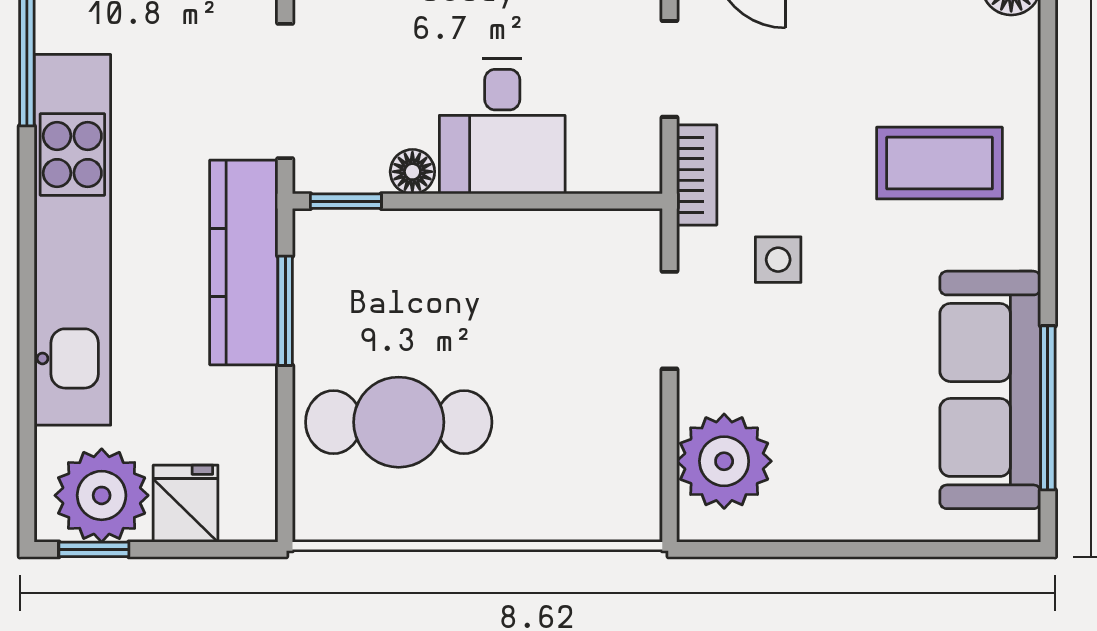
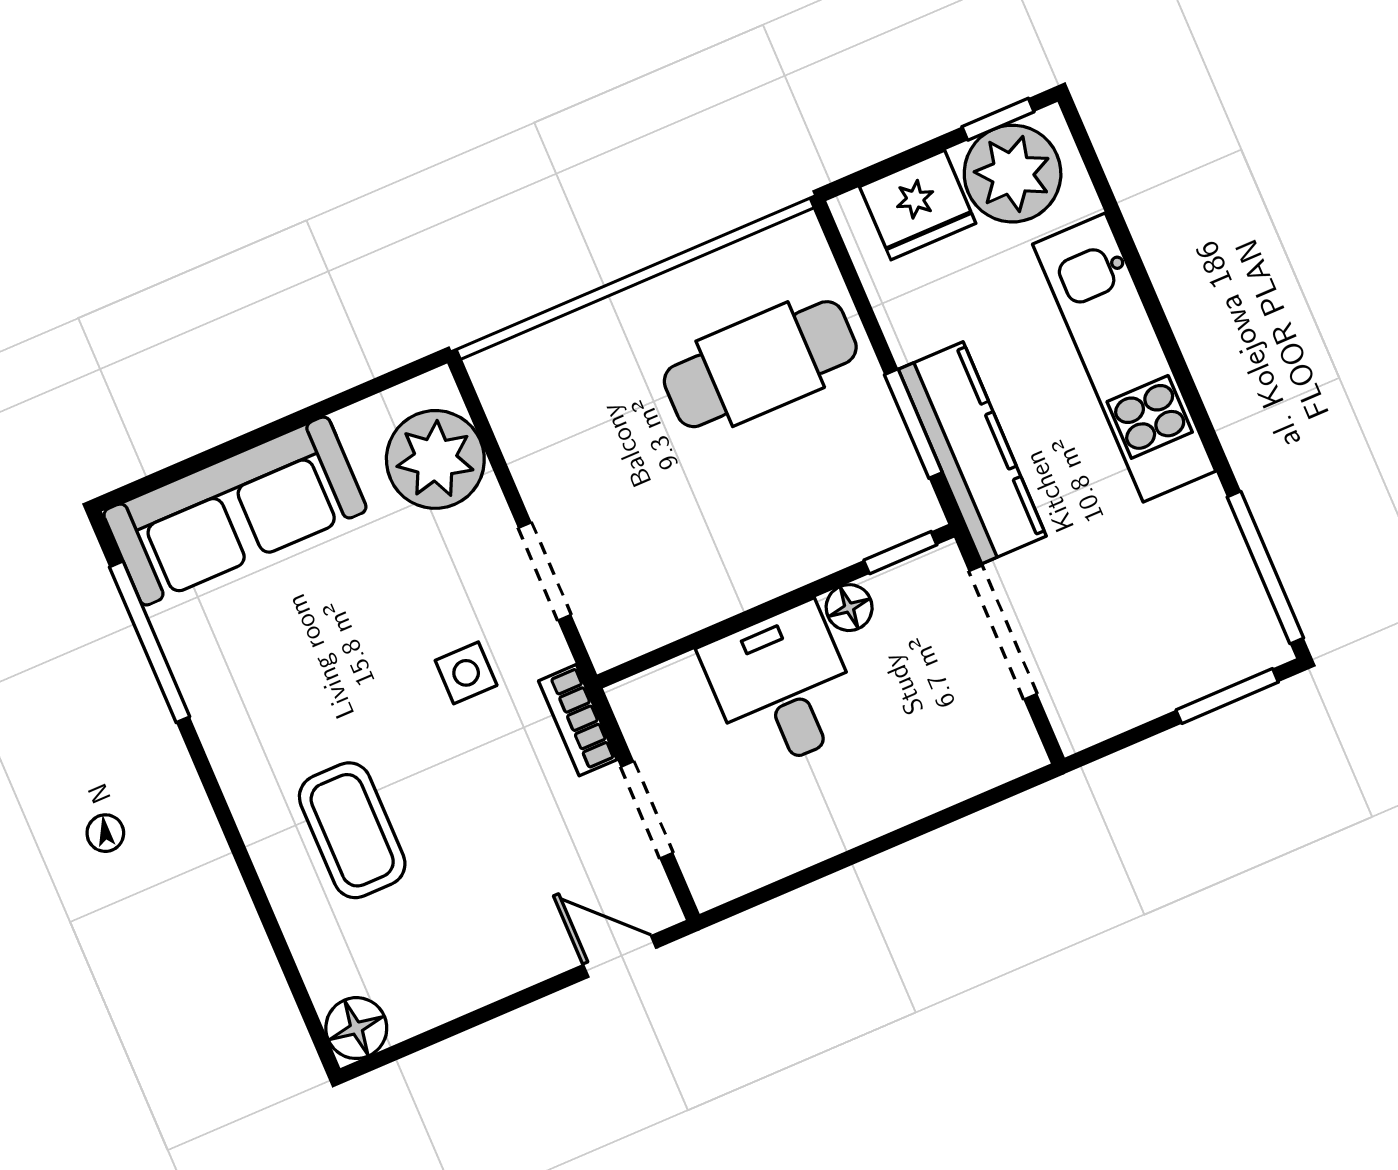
coffee table: (939, 163) -> (352, 830), turned 90
kitchen unit: (72, 240) -> (1124, 358), width x0.73
sofa: (990, 390) -> (235, 511), moved, turned 90
fridge: (186, 504) -> (918, 205), width x1.38

